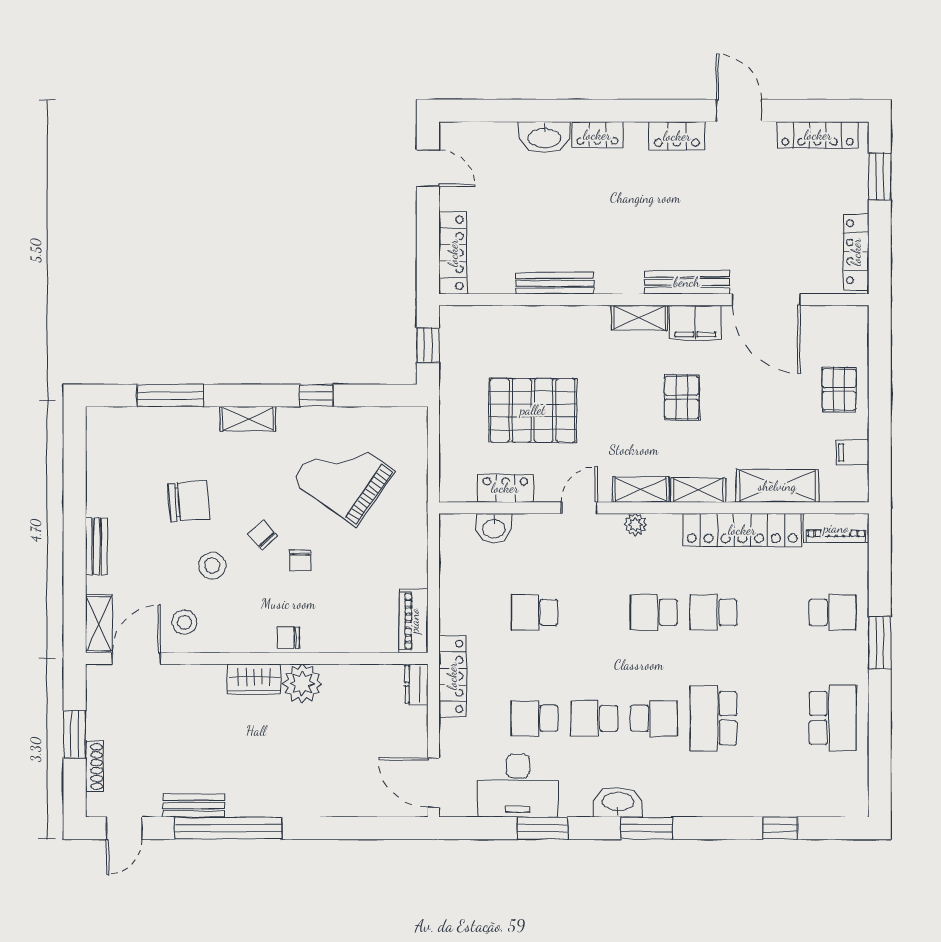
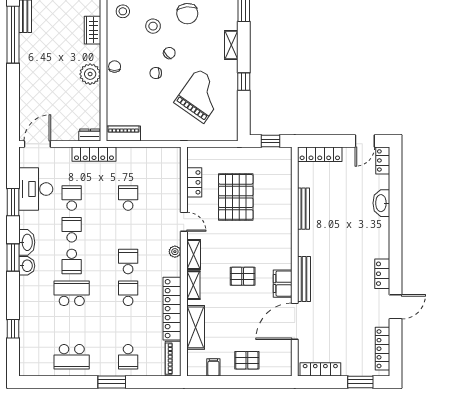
locker: (597, 135) -> (383, 160), moved
shelving: (639, 318) -> (285, 254), removed
washbasin: (494, 528) -> (27, 266), moved, turned 180
wardrobe: (254, 679) -> (92, 30), moved

